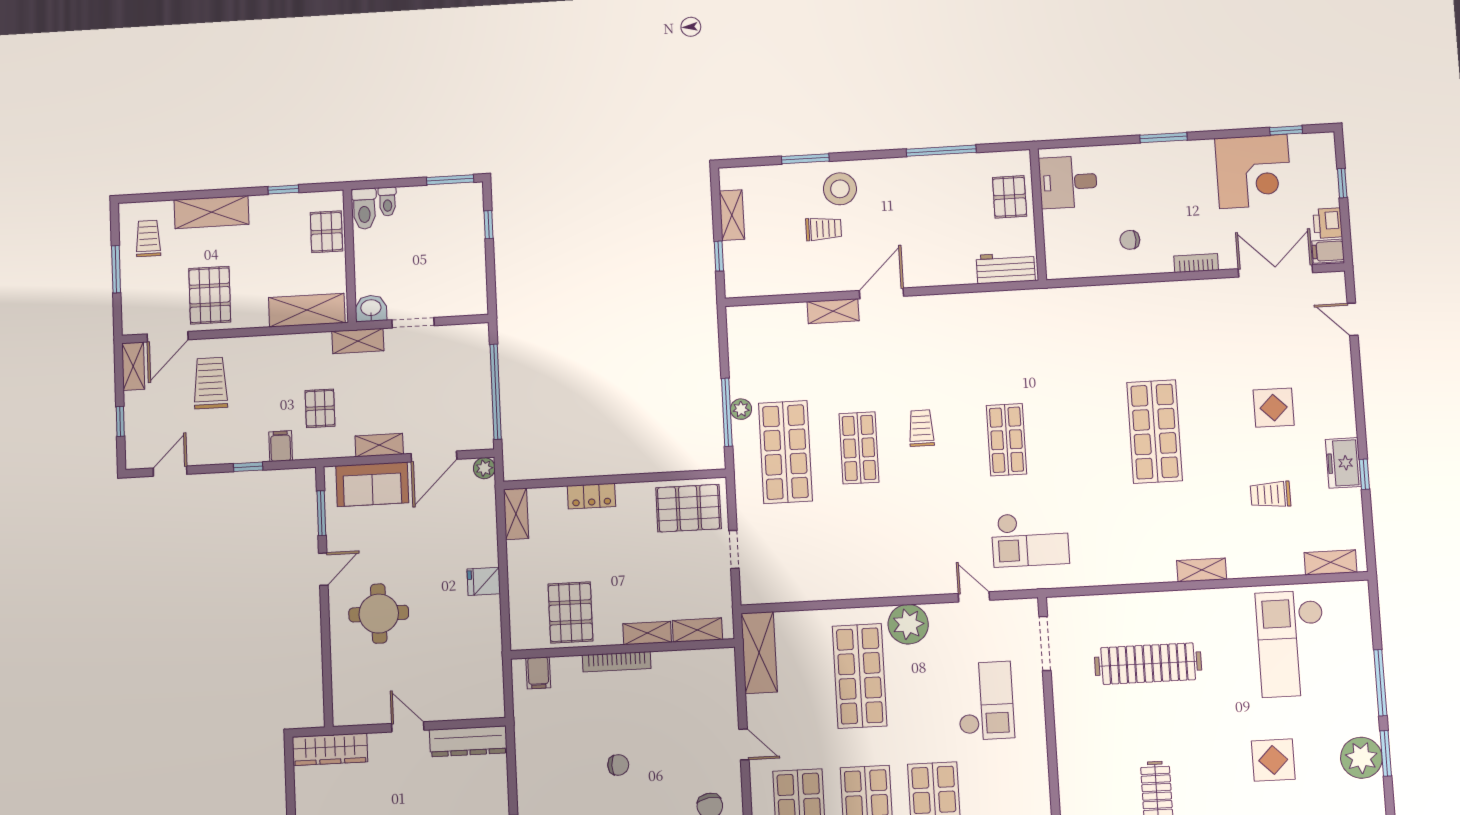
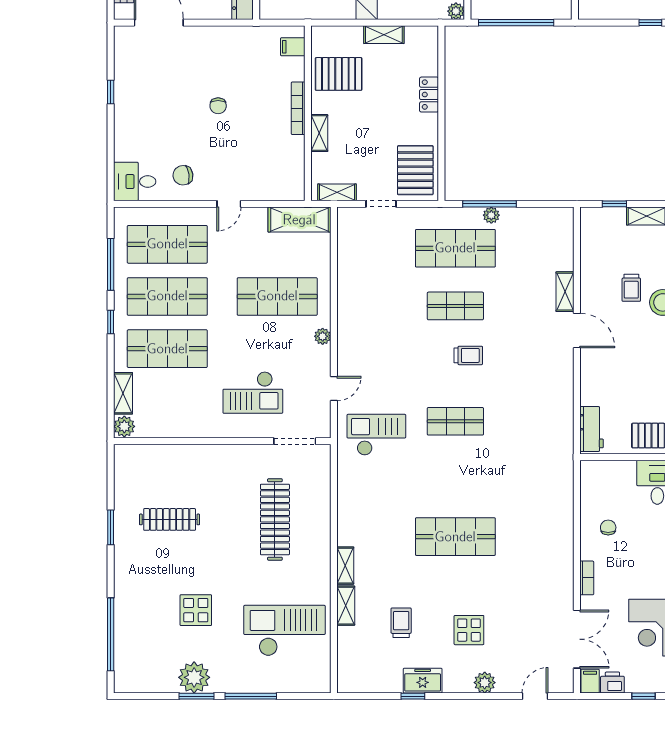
plant: (1340, 384) -> (485, 683), added
shelving: (516, 514) -> (384, 35), moved
checkout: (1030, 539) -> (376, 435), turned 90
shelving: (1330, 562) -> (346, 606), moved
plant: (908, 624) -> (323, 336), width x0.53, depth x0.53
shelving: (697, 630) -> (337, 192), moved, turned 90

